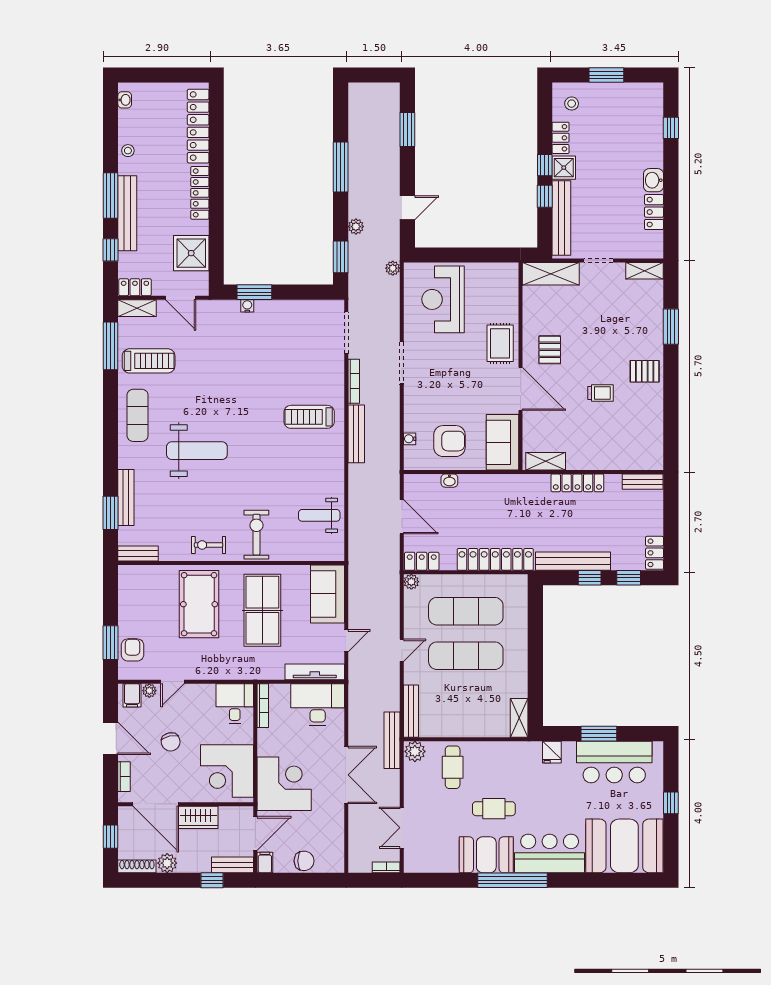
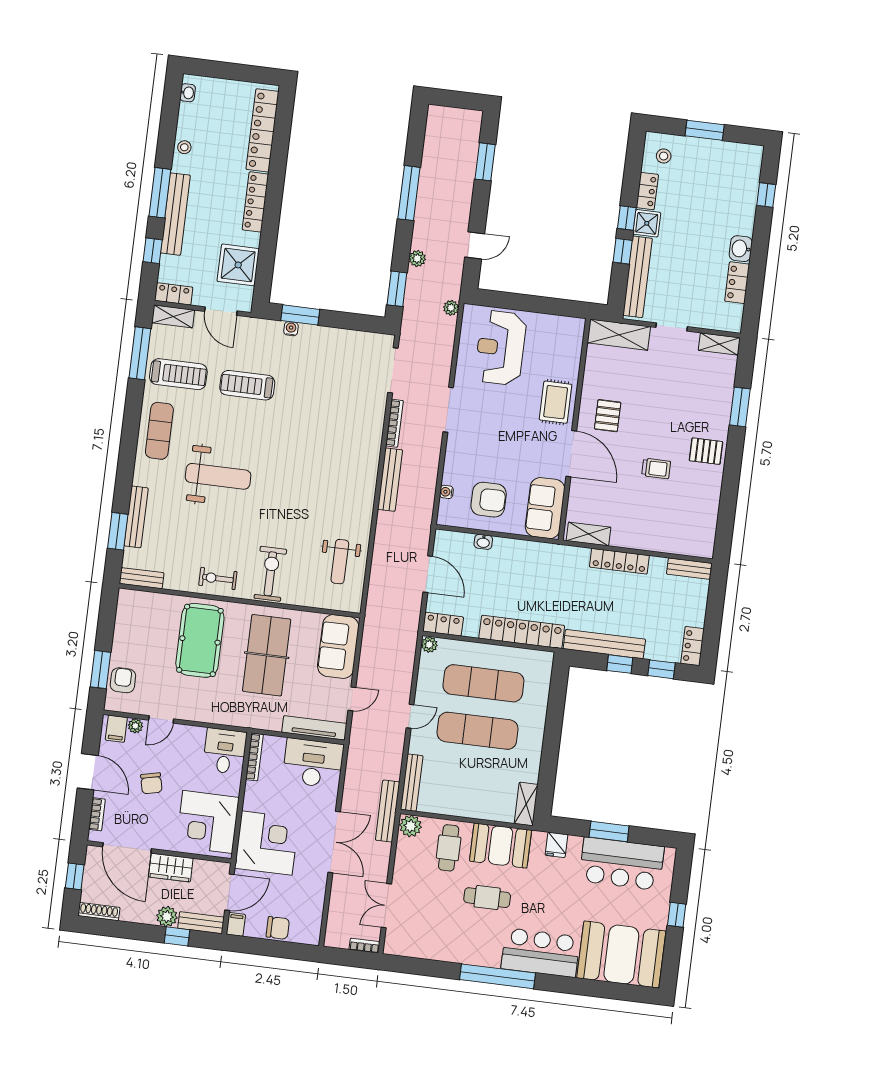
treadmill: (309, 417) -> (247, 385), moved
weight bench: (319, 515) -> (340, 562), turned -90
booth: (486, 855) -> (501, 846), moved
plant: (167, 863) -> (167, 917), moved

